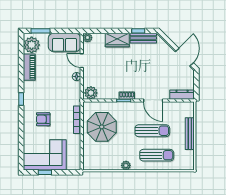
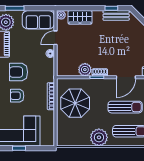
wardrobe: (117, 40) -> (80, 17), moved
door: (82, 61) -> (55, 38), hinge flipped
plant: (91, 93) -> (85, 70), moved
armchair: (44, 95) -> (19, 72), added
door: (153, 100) -> (126, 77), hinge flipped
plant: (126, 165) -> (99, 137), width x1.88, depth x1.88

